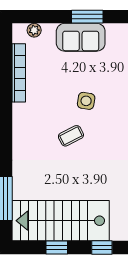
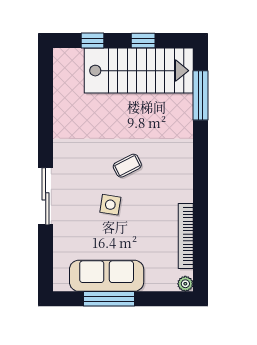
window: (87, 17) -> (109, 299), width x1.44
plant: (34, 30) -> (185, 284), moved
sofa: (81, 37) -> (107, 276), width x1.36

